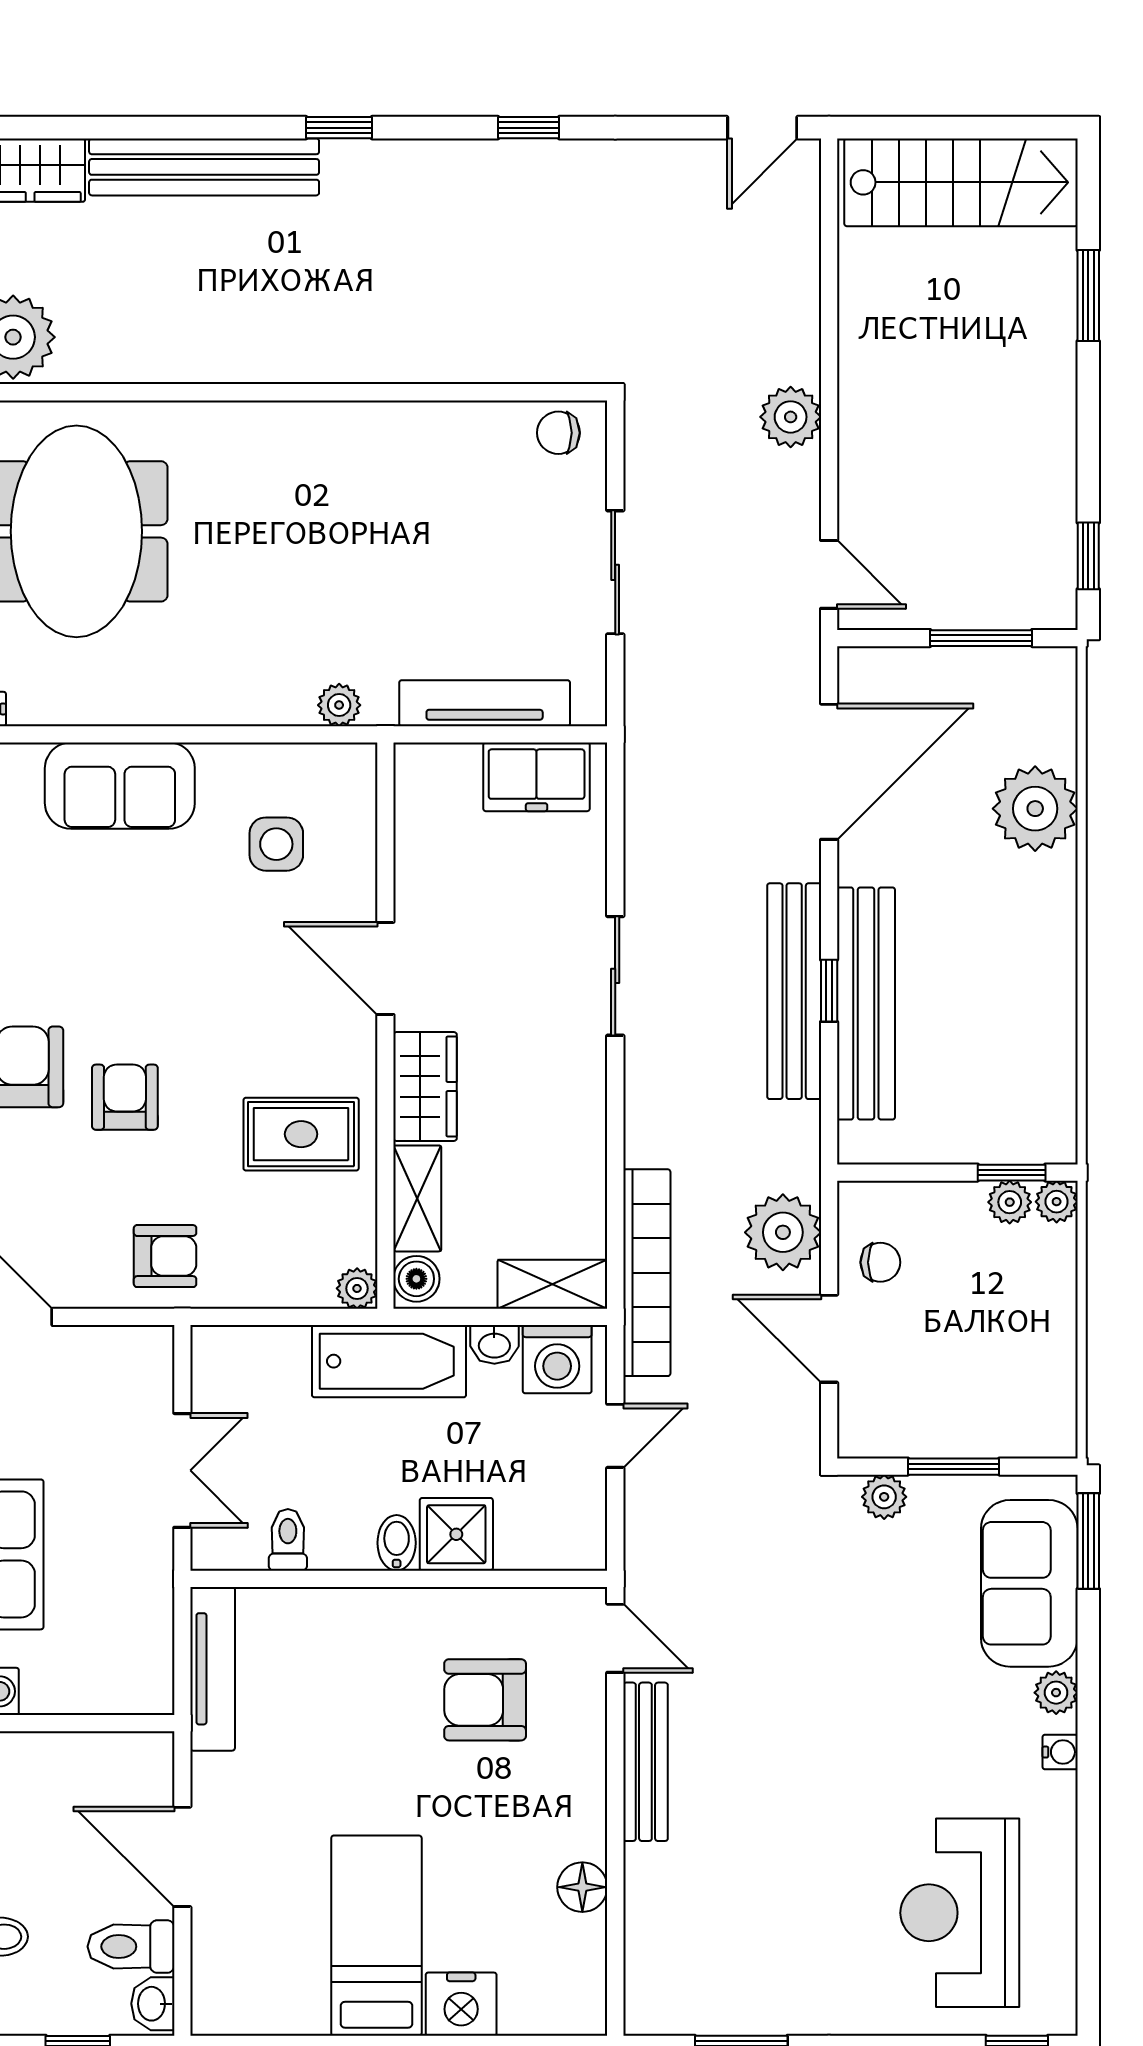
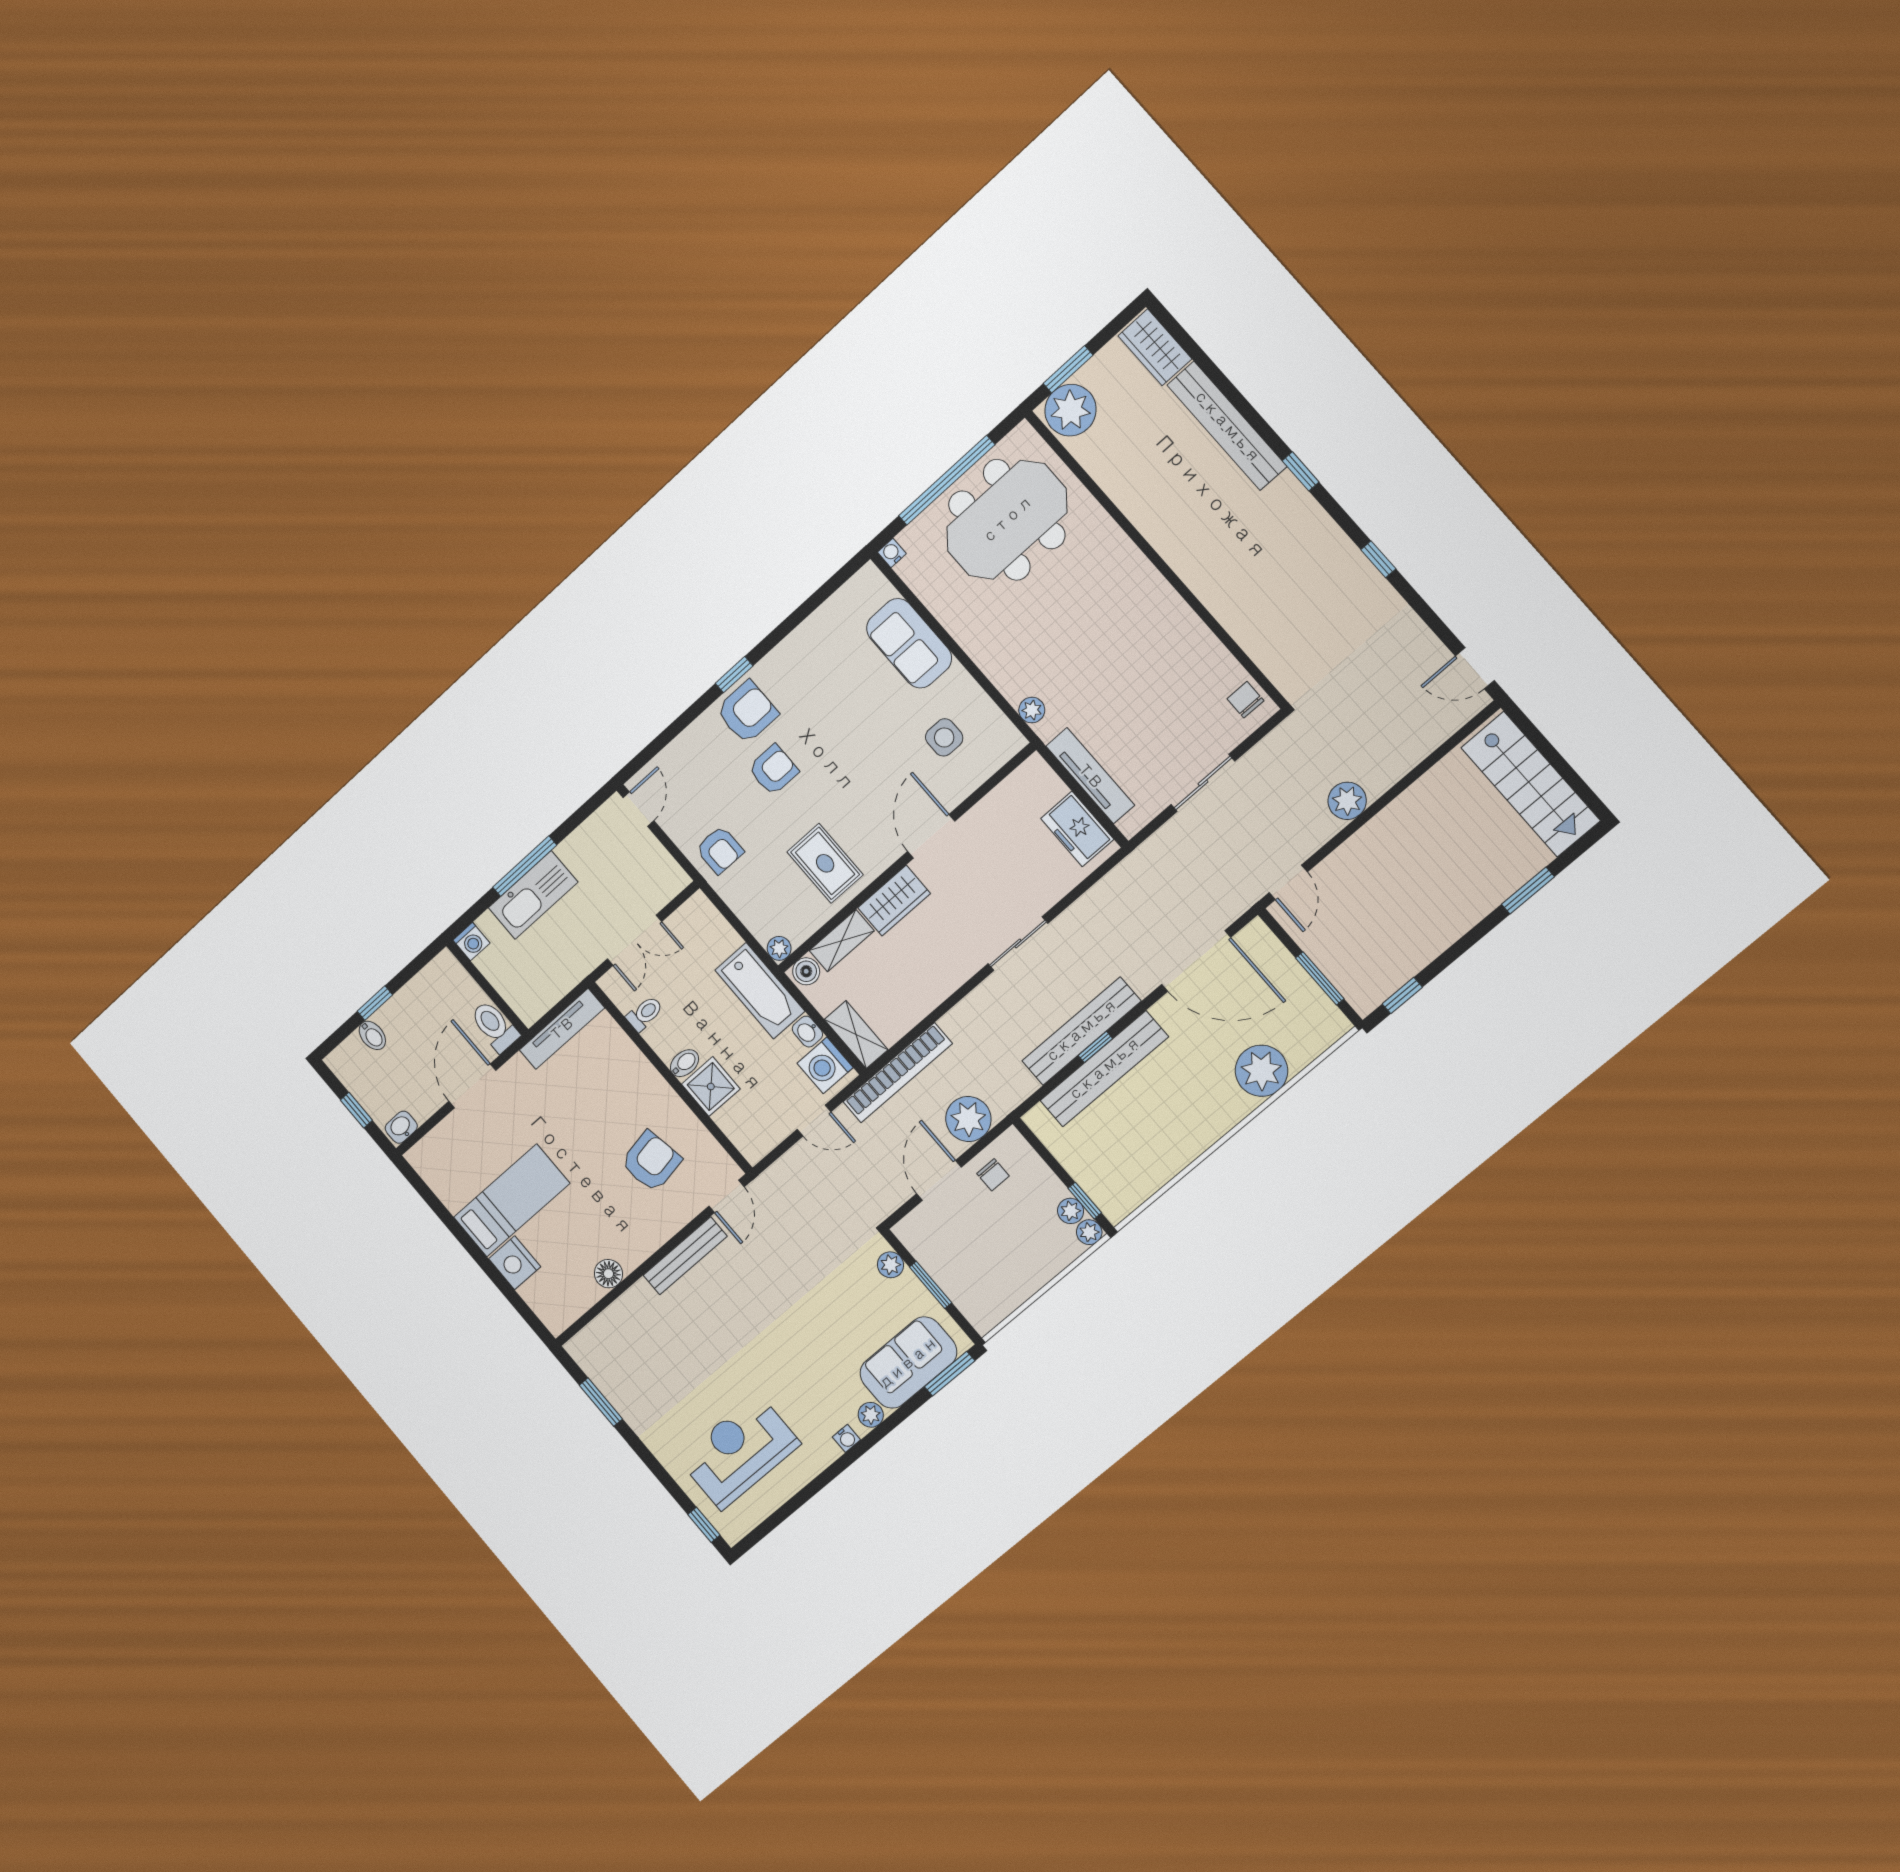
armchair: (485, 1700) -> (651, 1161), turned 80
toilet: (131, 1947) -> (494, 1026), moved

